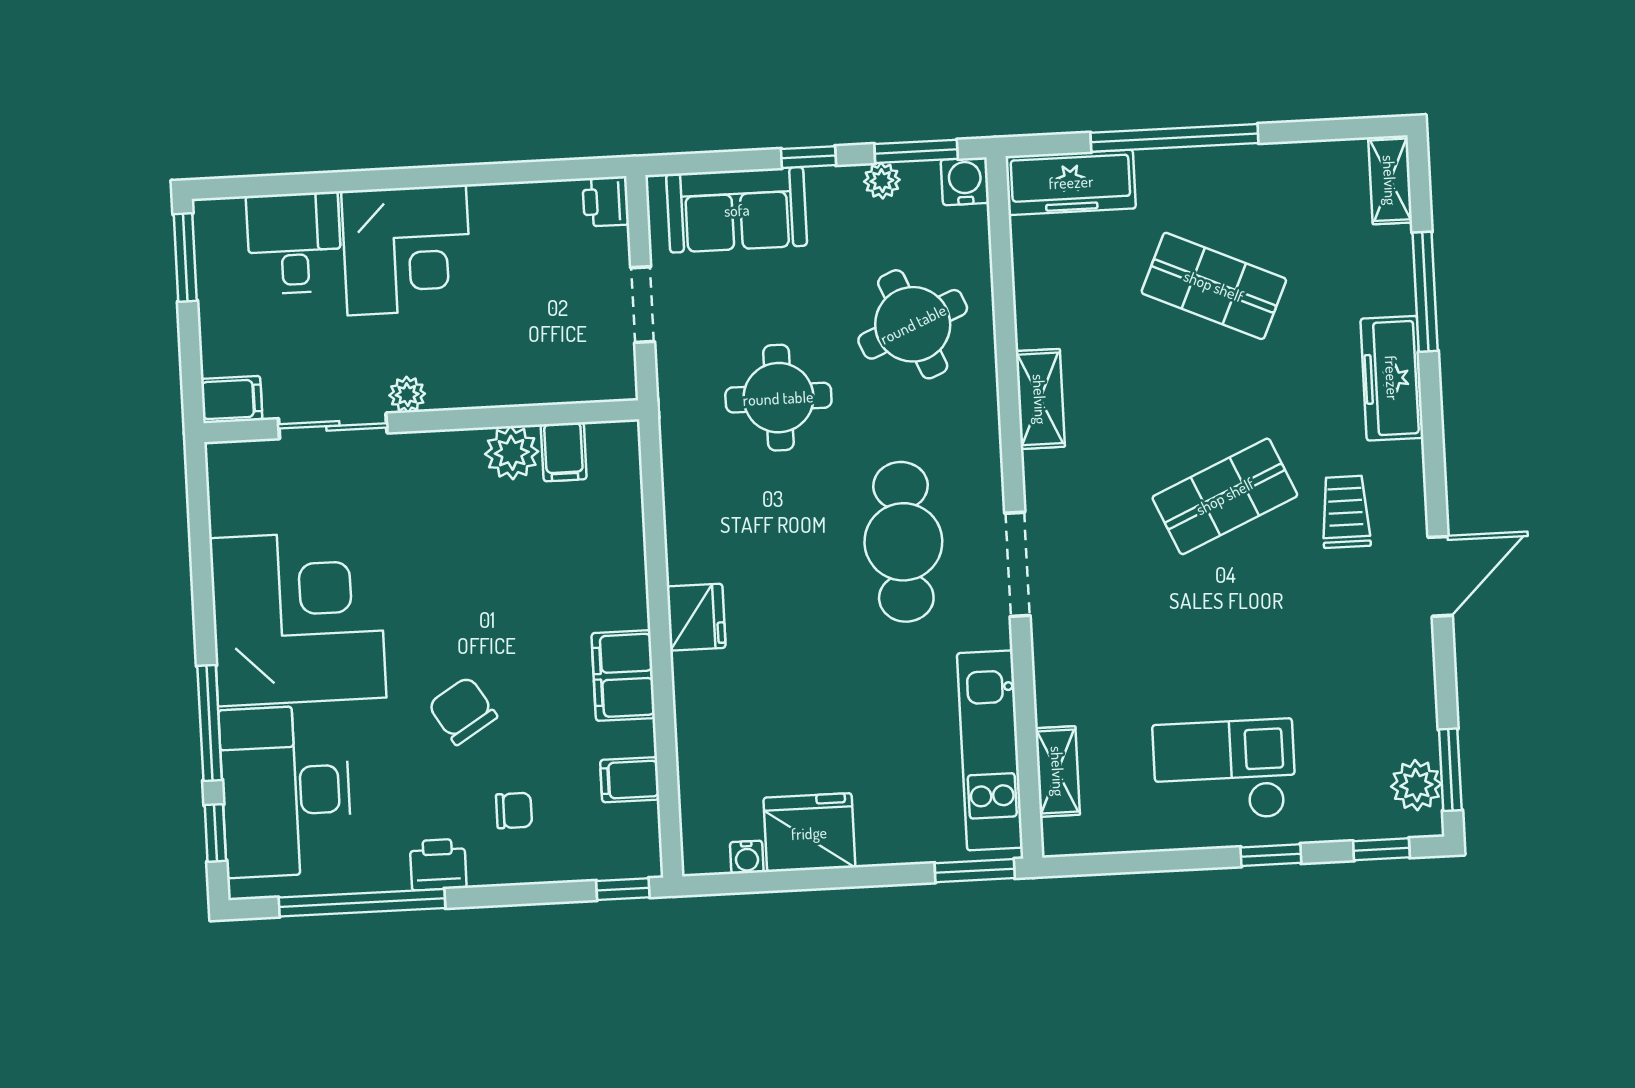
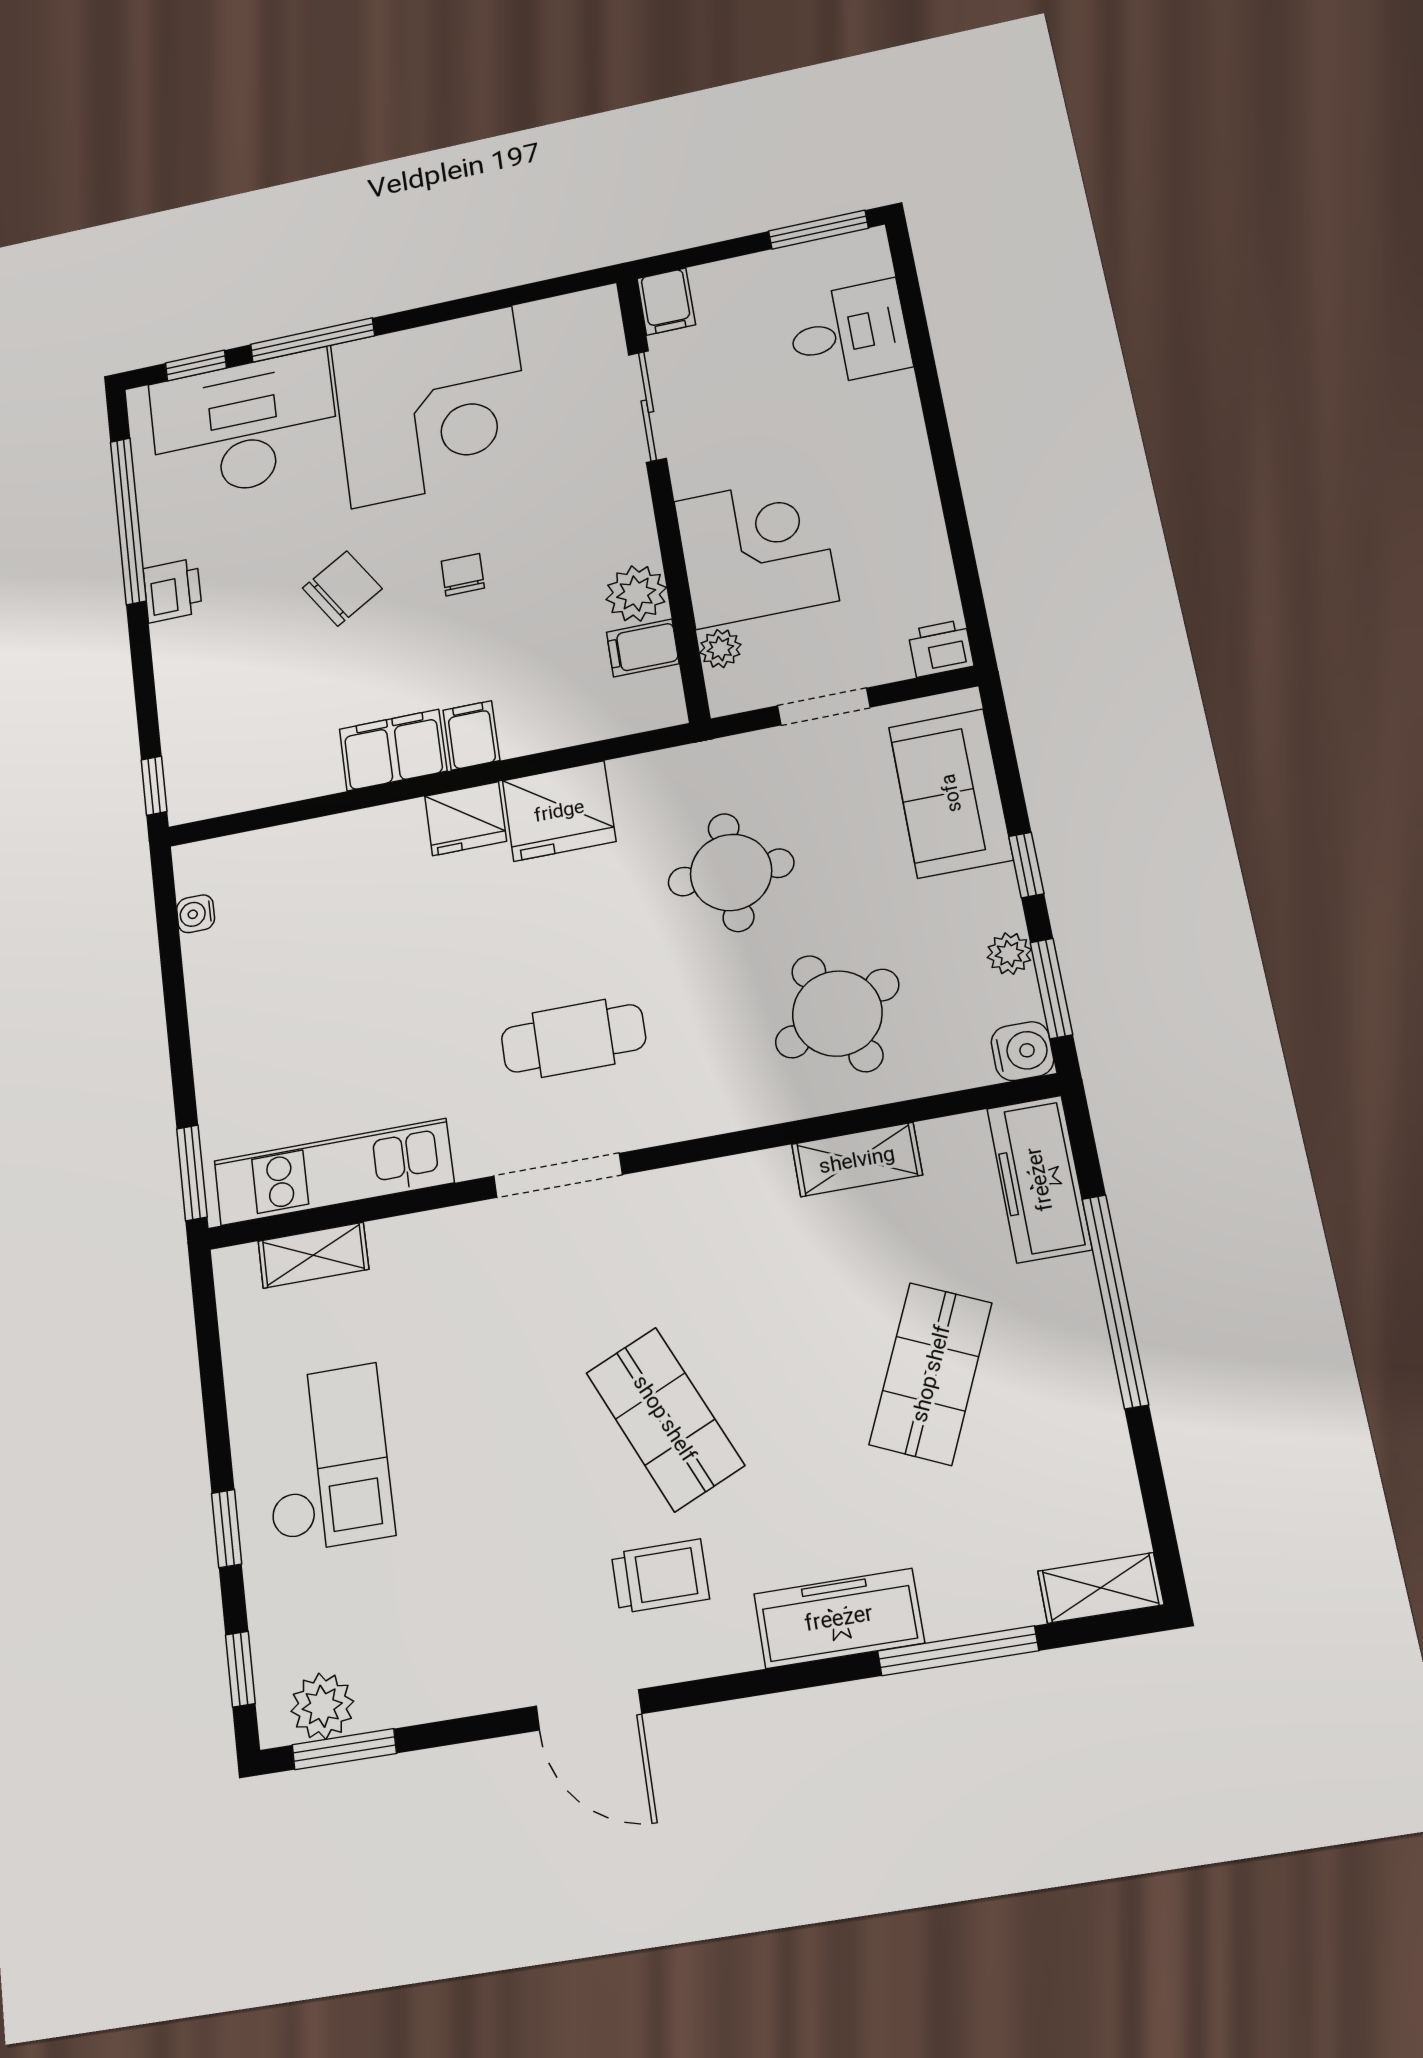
corner desk: (407, 250) -> (756, 551), moved, turned 180
plant: (407, 395) -> (720, 649), moved
shelving: (1040, 399) -> (857, 1160), moved
cafe table: (903, 542) -> (573, 1038), width x0.73, depth x0.74
filing cabinet: (630, 780) -> (471, 735), moved
chair: (514, 811) -> (463, 575), moved, turned 180
fridge: (809, 833) -> (559, 811), moved, turned 90

